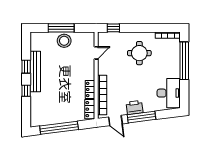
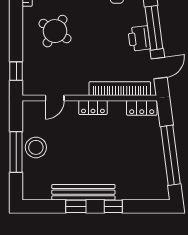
door: (96, 53) -> (55, 98), swing flipped
round table: (139, 53) -> (55, 31), turned 33
locker: (90, 89) -> (93, 107), moved

